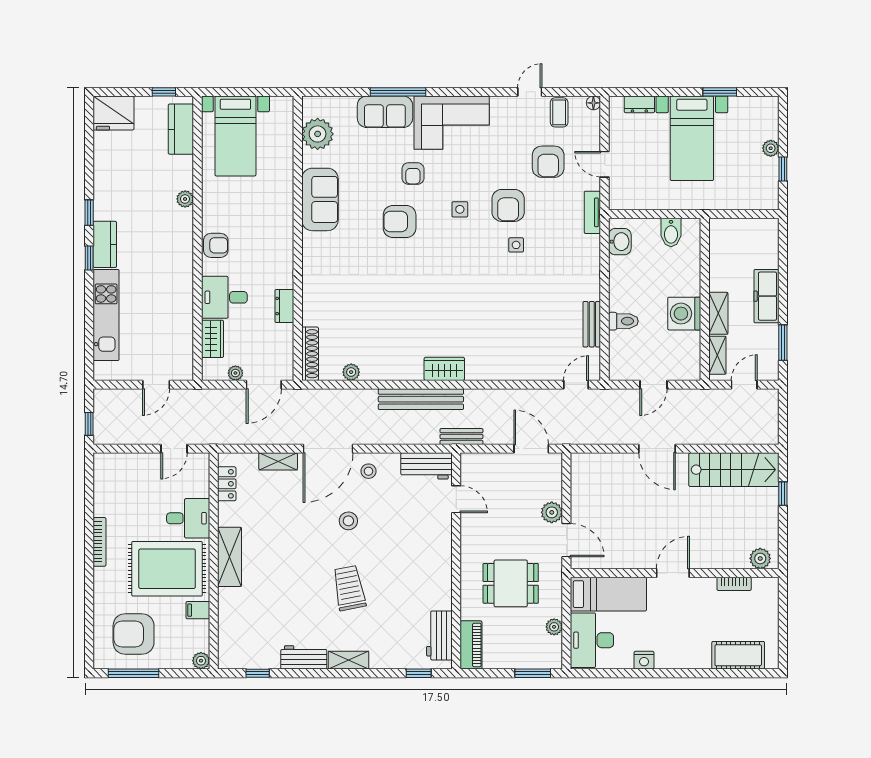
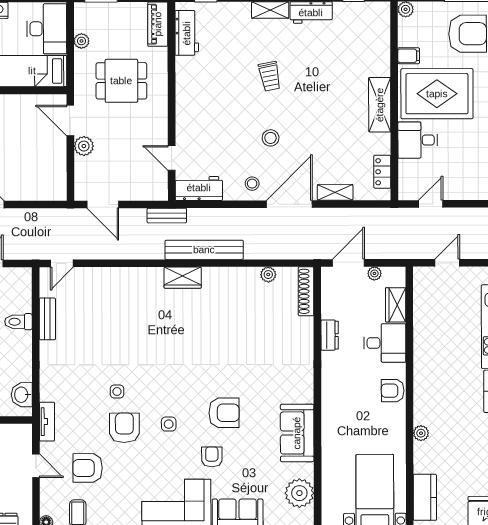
armchair: (548, 162) -> (88, 468), turned -90
trolley: (349, 588) -> (270, 76), width x0.73, depth x0.72

